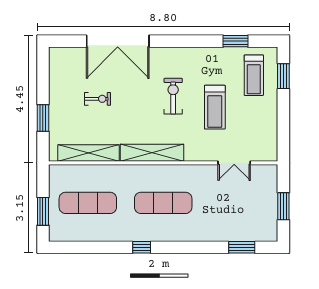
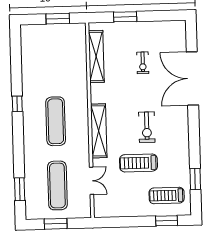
exercise bike: (173, 96) -> (147, 127), turned 90
shelving: (152, 153) -> (99, 131), moved
double door: (234, 163) -> (91, 181), swing flipped
exercise mat: (88, 203) -> (57, 185), moved
window: (43, 211) -> (58, 19), moved

